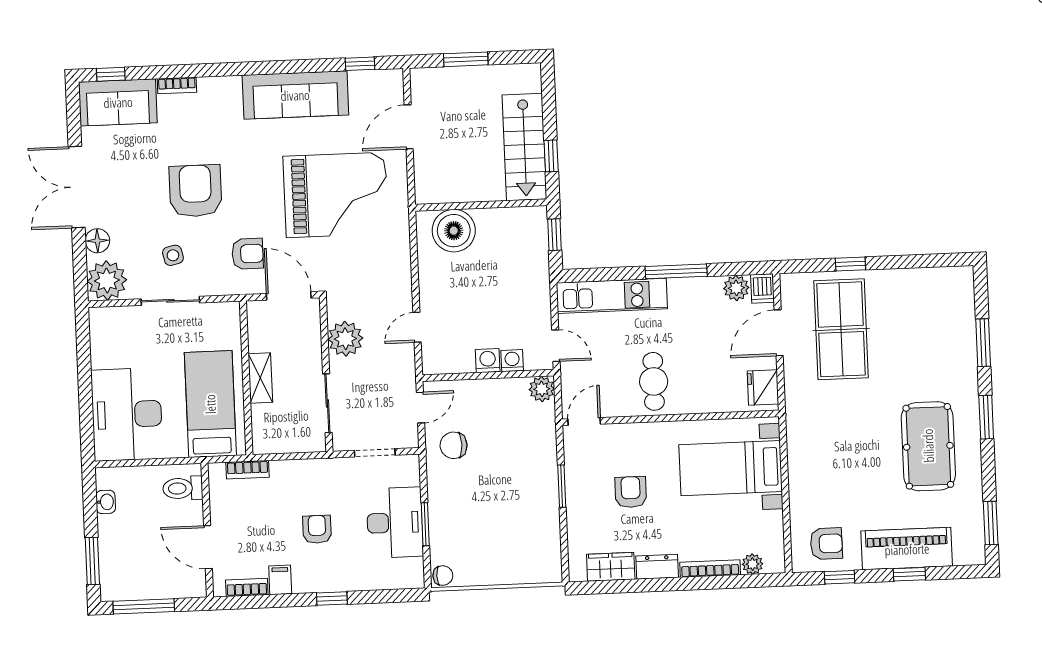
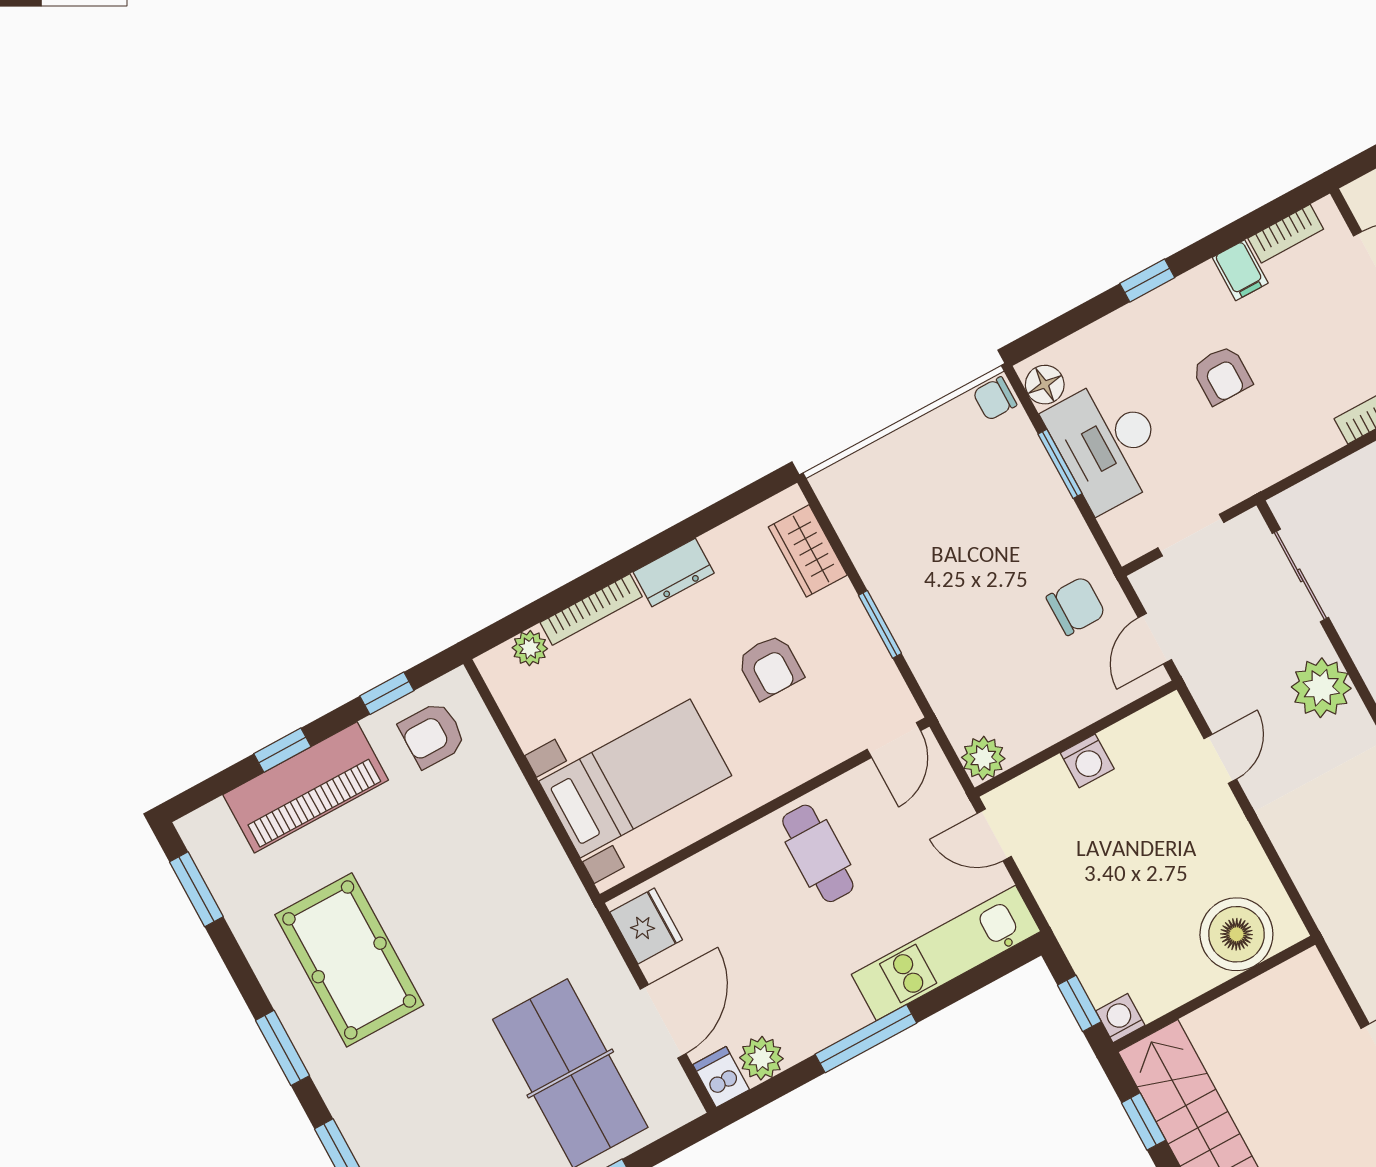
washing machine: (512, 361) -> (1120, 1018), moved, turned 180
wardrobe: (611, 567) -> (808, 551), moved, turned 90
floor lamp: (413, 570) -> (1045, 385), added

